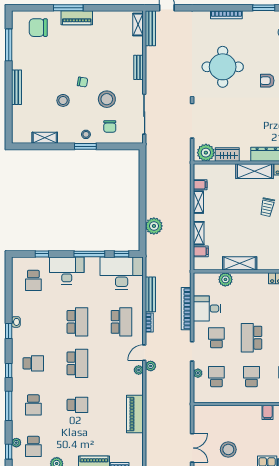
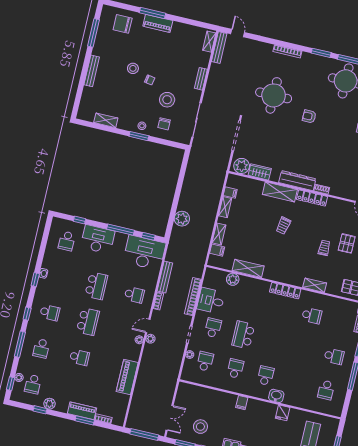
stool: (63, 100) -> (133, 68), moved
school desk: (121, 322) -> (134, 295), width x0.54

